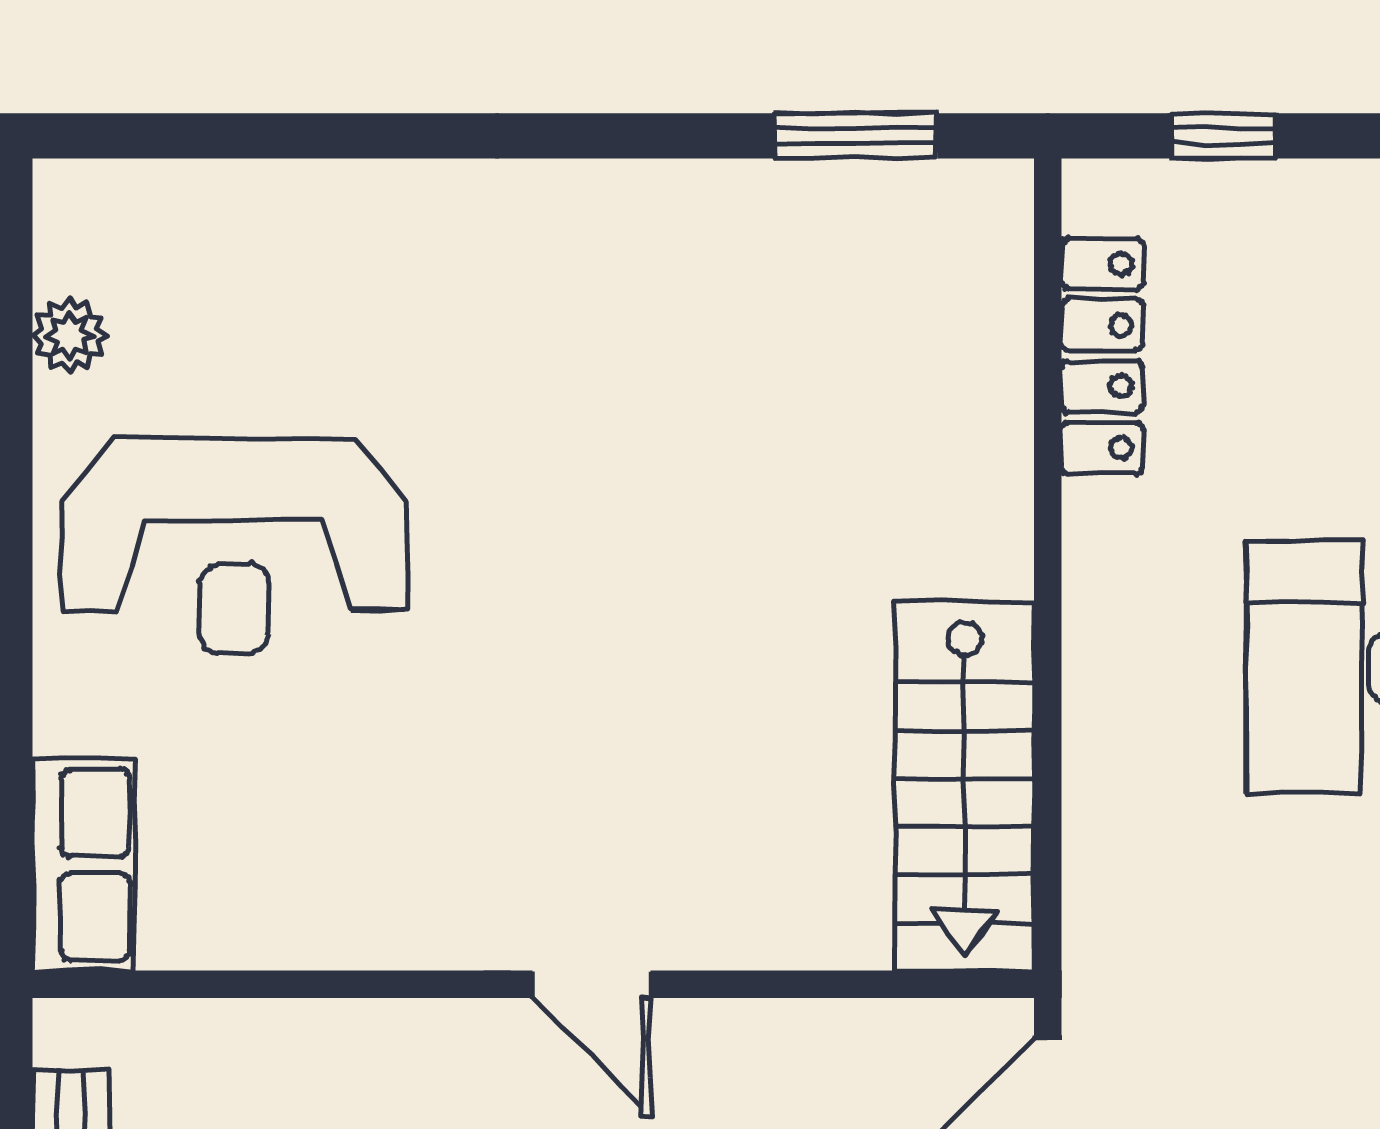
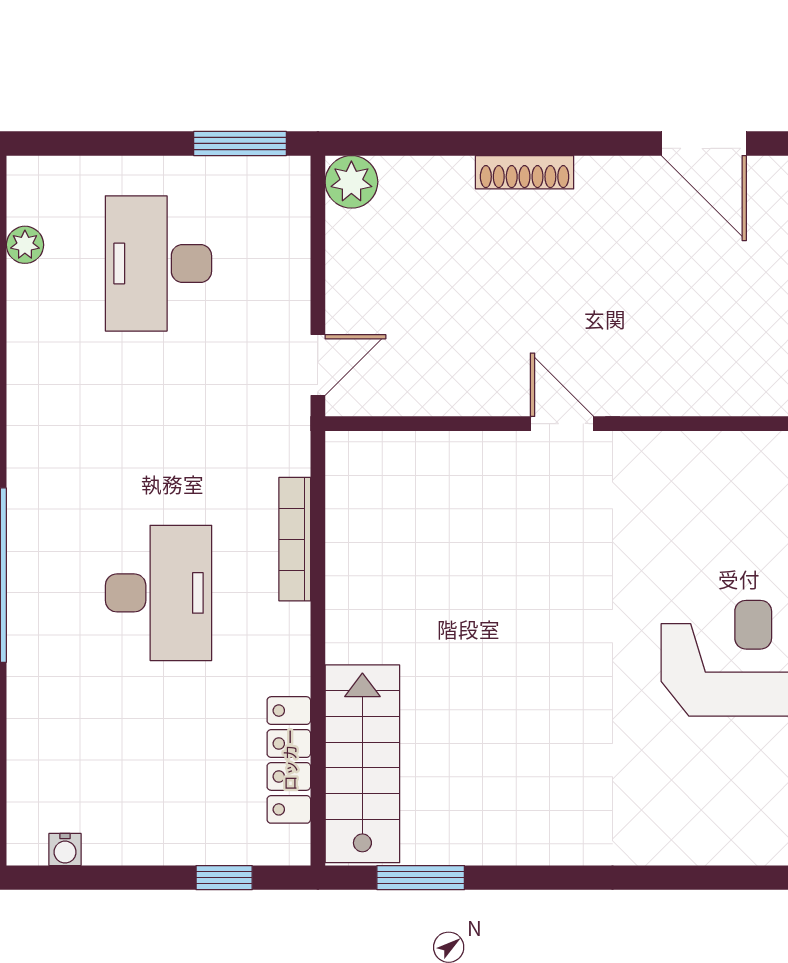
bookcase: (1091, 768) -> (295, 539), added
stairs: (965, 786) -> (362, 764), moved

